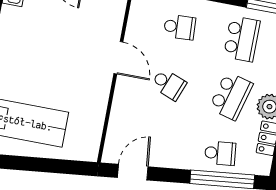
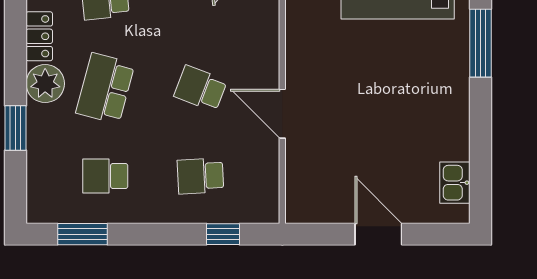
school desk: (242, 39) -> (105, 176), width x0.54

